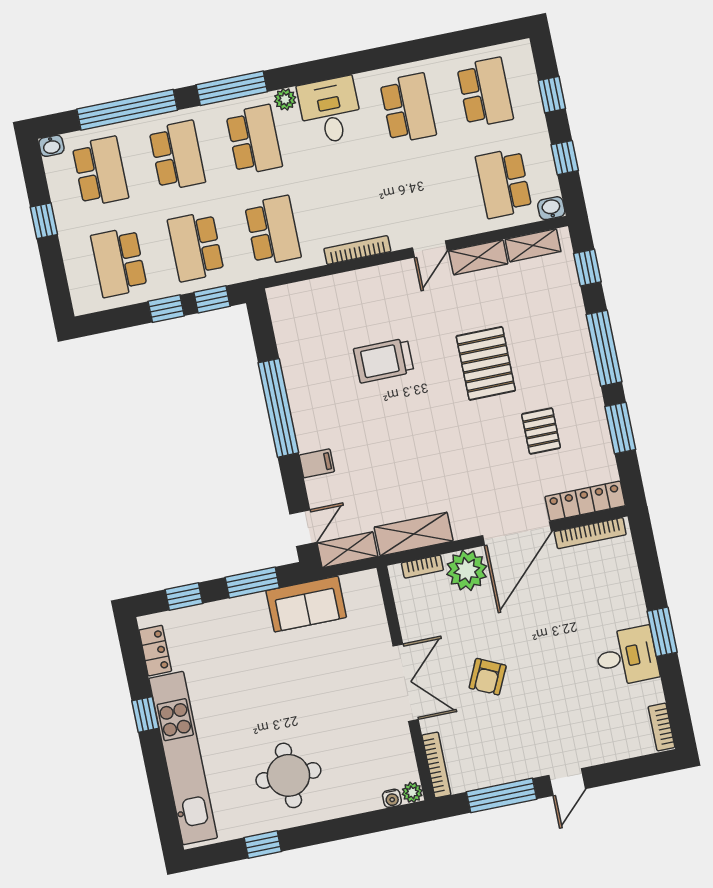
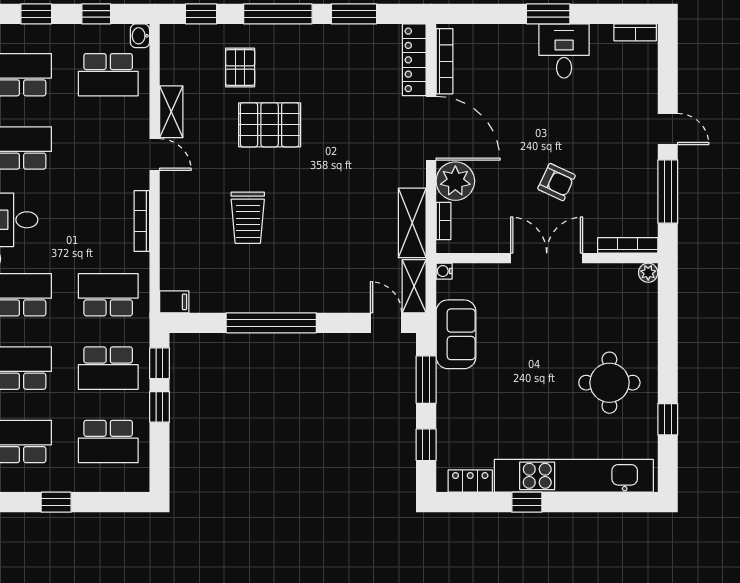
shelving: (533, 245) -> (171, 59), removed
pallet: (541, 431) -> (240, 67), moved, turned 90
filing cabinet: (317, 463) -> (174, 302), moved, turned 90
water cooler: (392, 798) -> (444, 271), moved, turned 180

